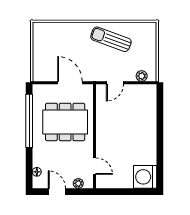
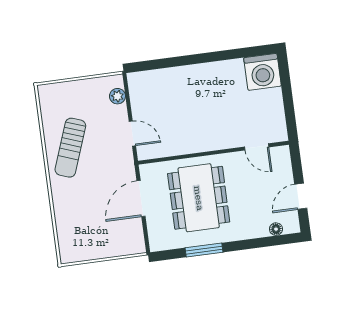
window: (29, 121) -> (204, 250), width x0.47
door: (94, 166) -> (257, 147), swing flipped
plant: (78, 183) -> (285, 167), removed

